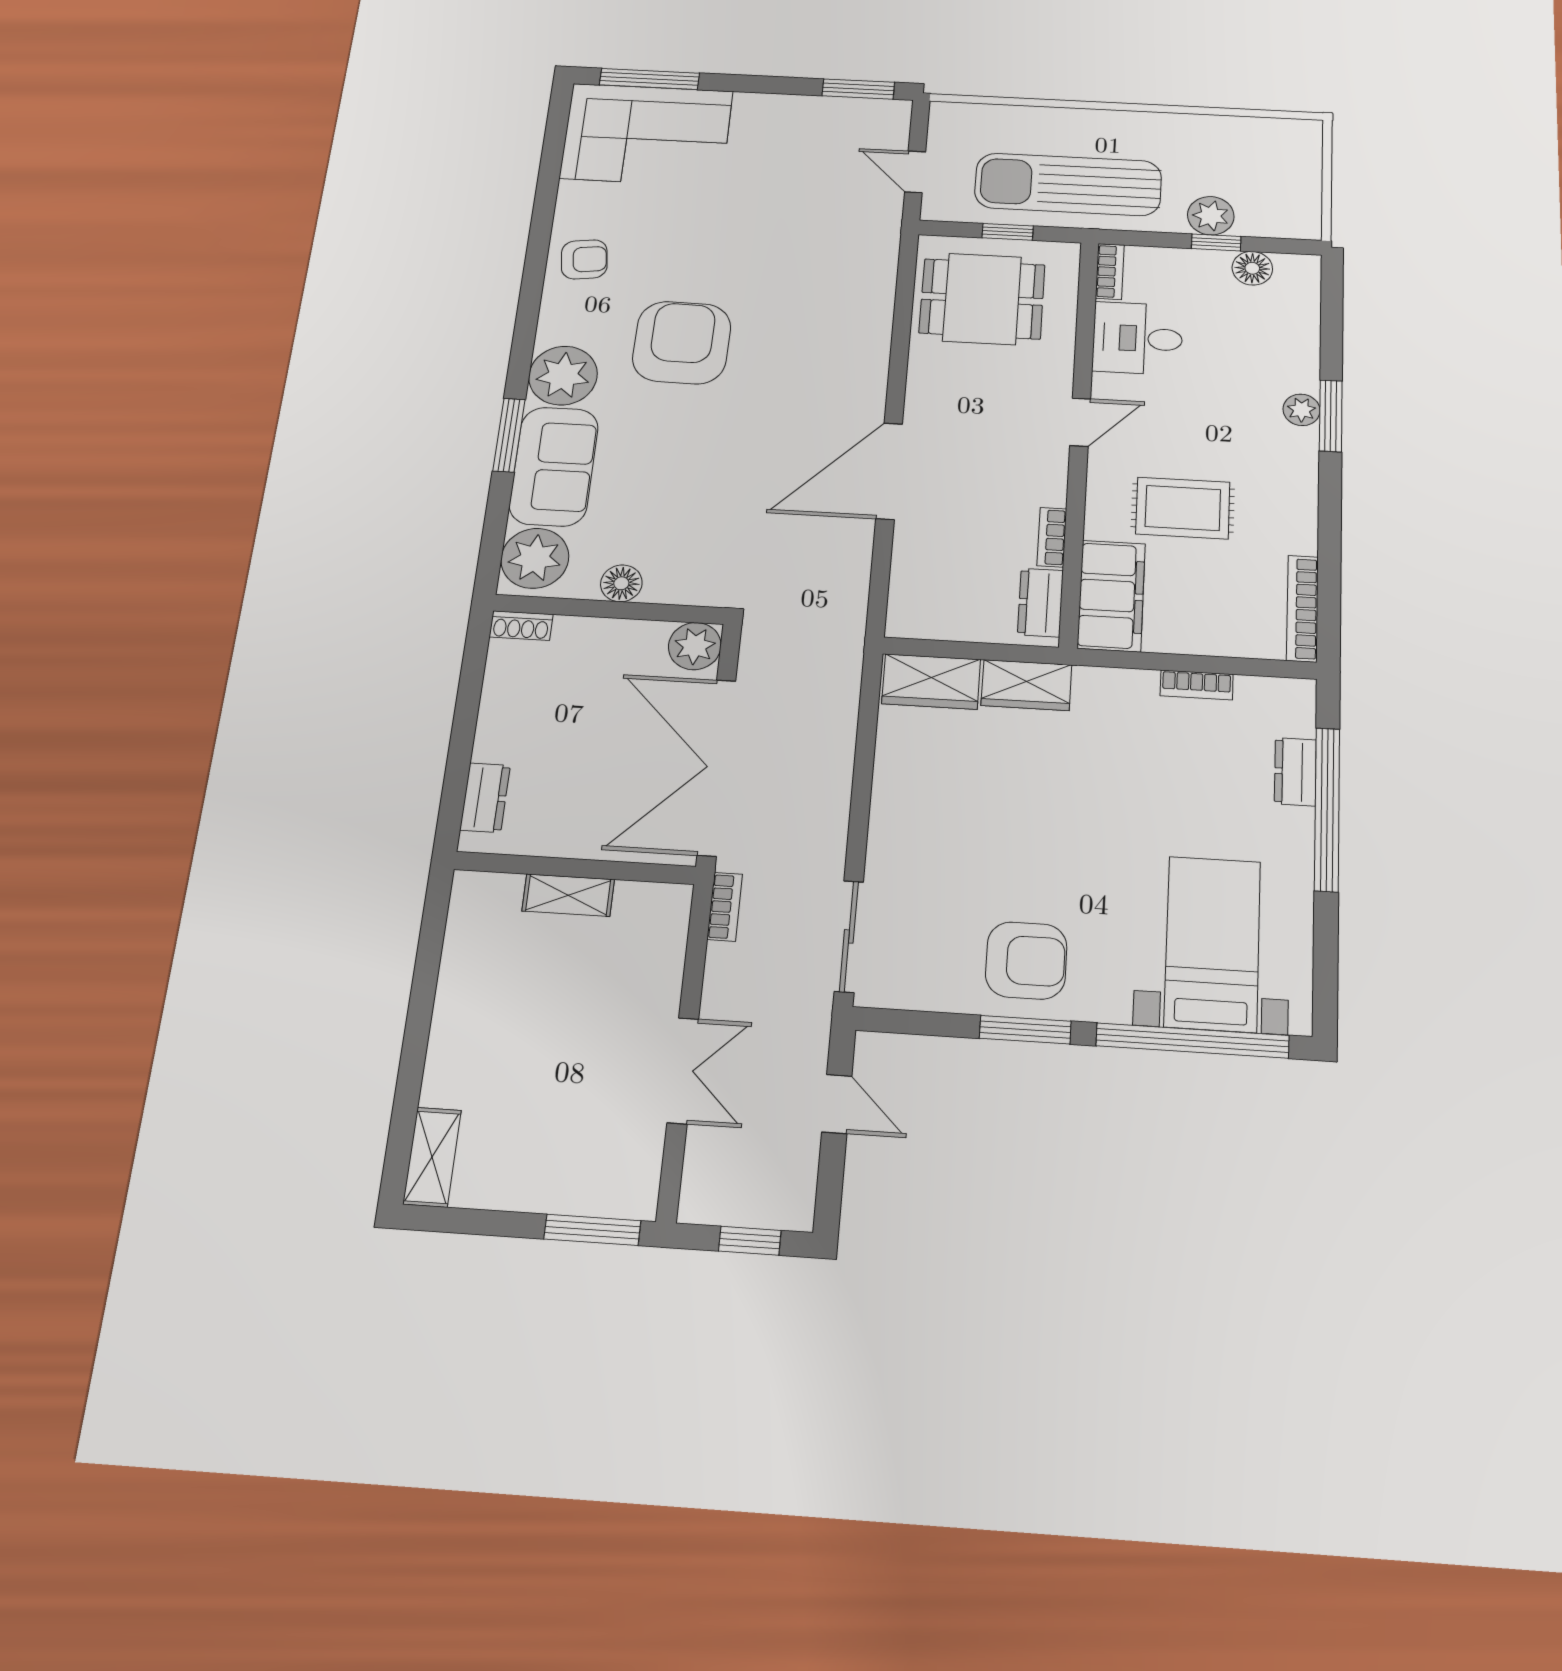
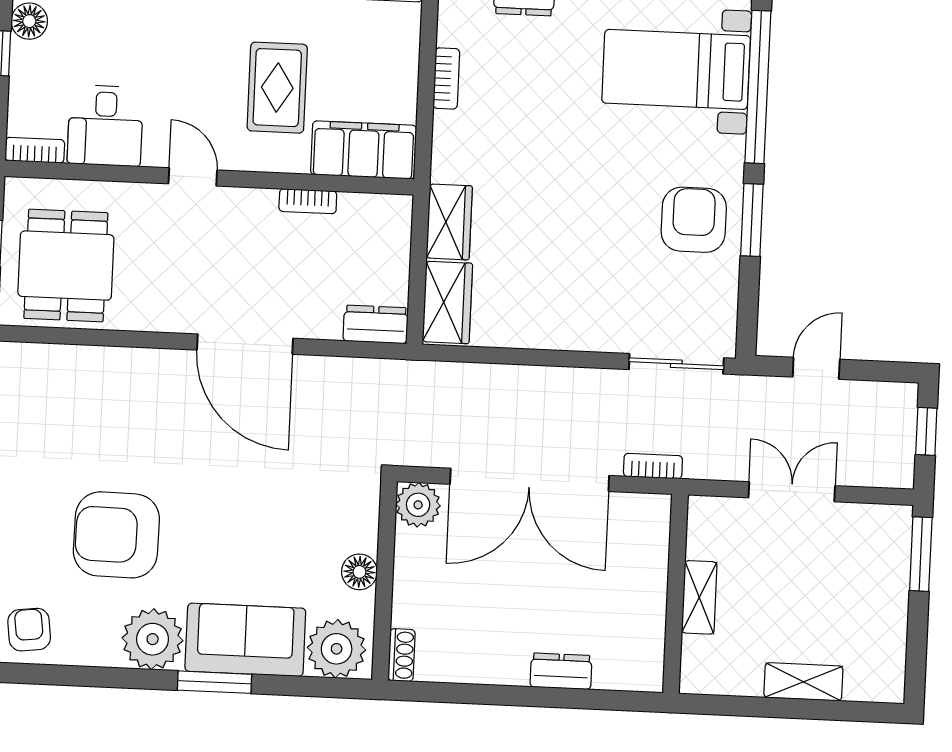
dresser: (1040, 603) -> (376, 324), moved, turned 180
wall: (575, 868) -> (675, 594), moved
shelving: (568, 895) -> (699, 597), moved
shelving: (432, 1157) -> (803, 682), moved

